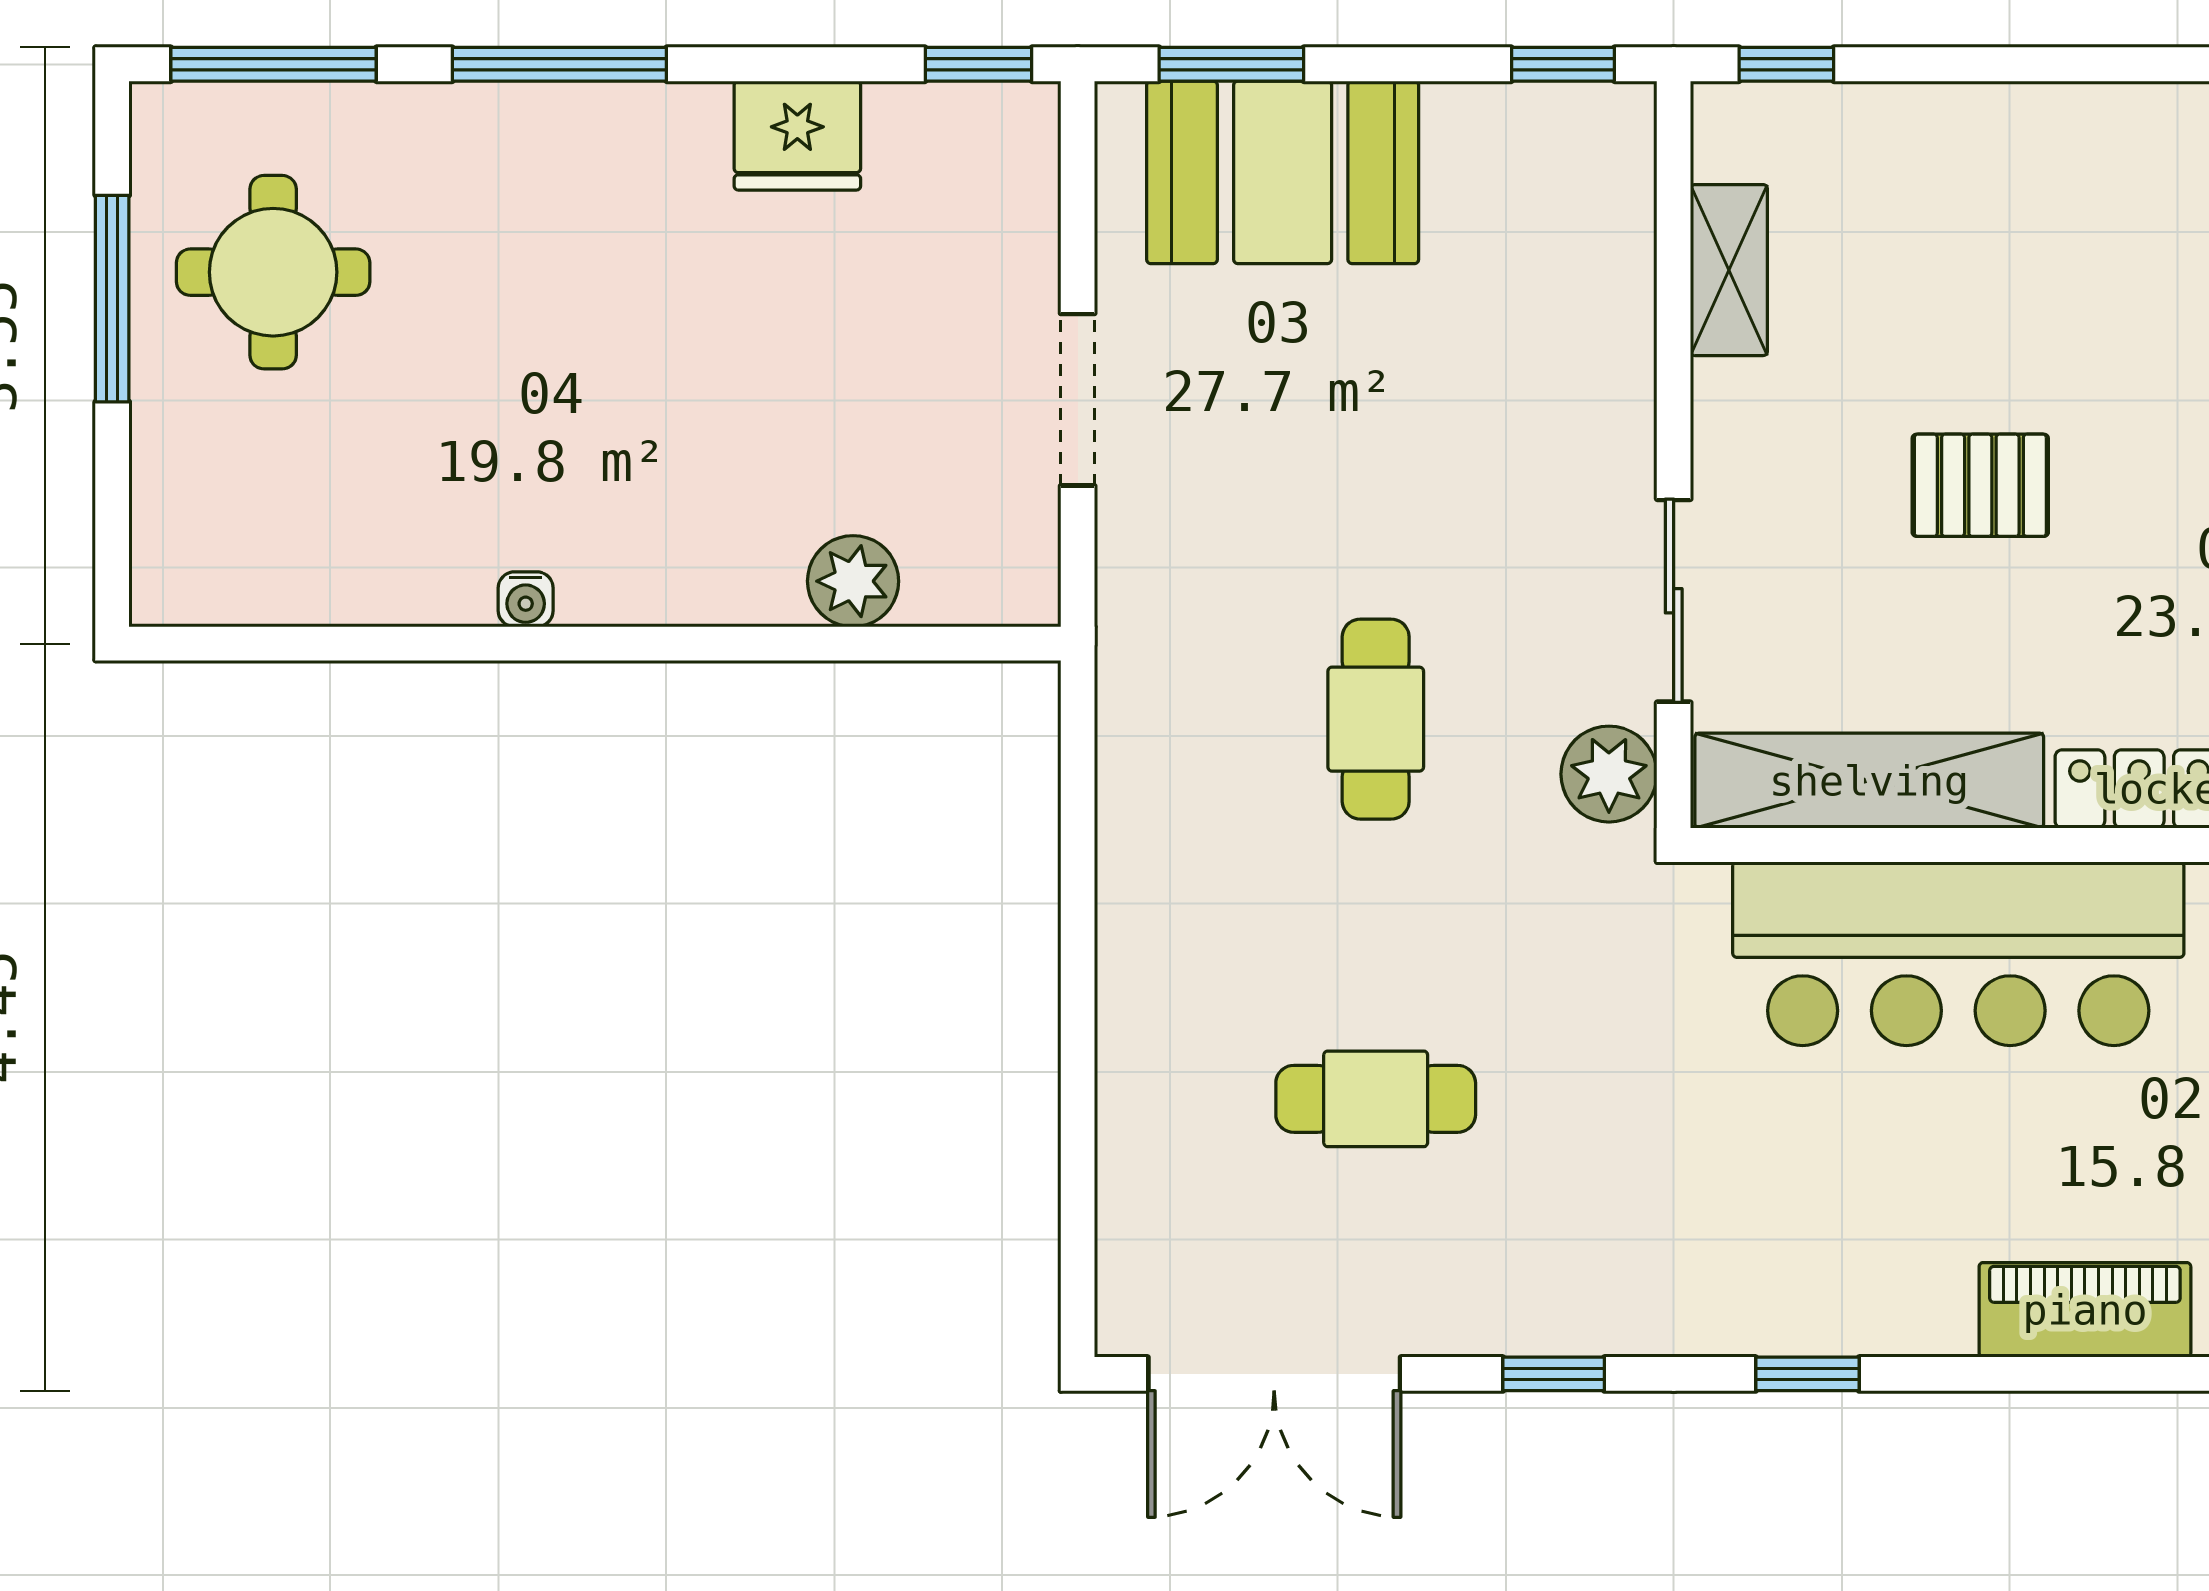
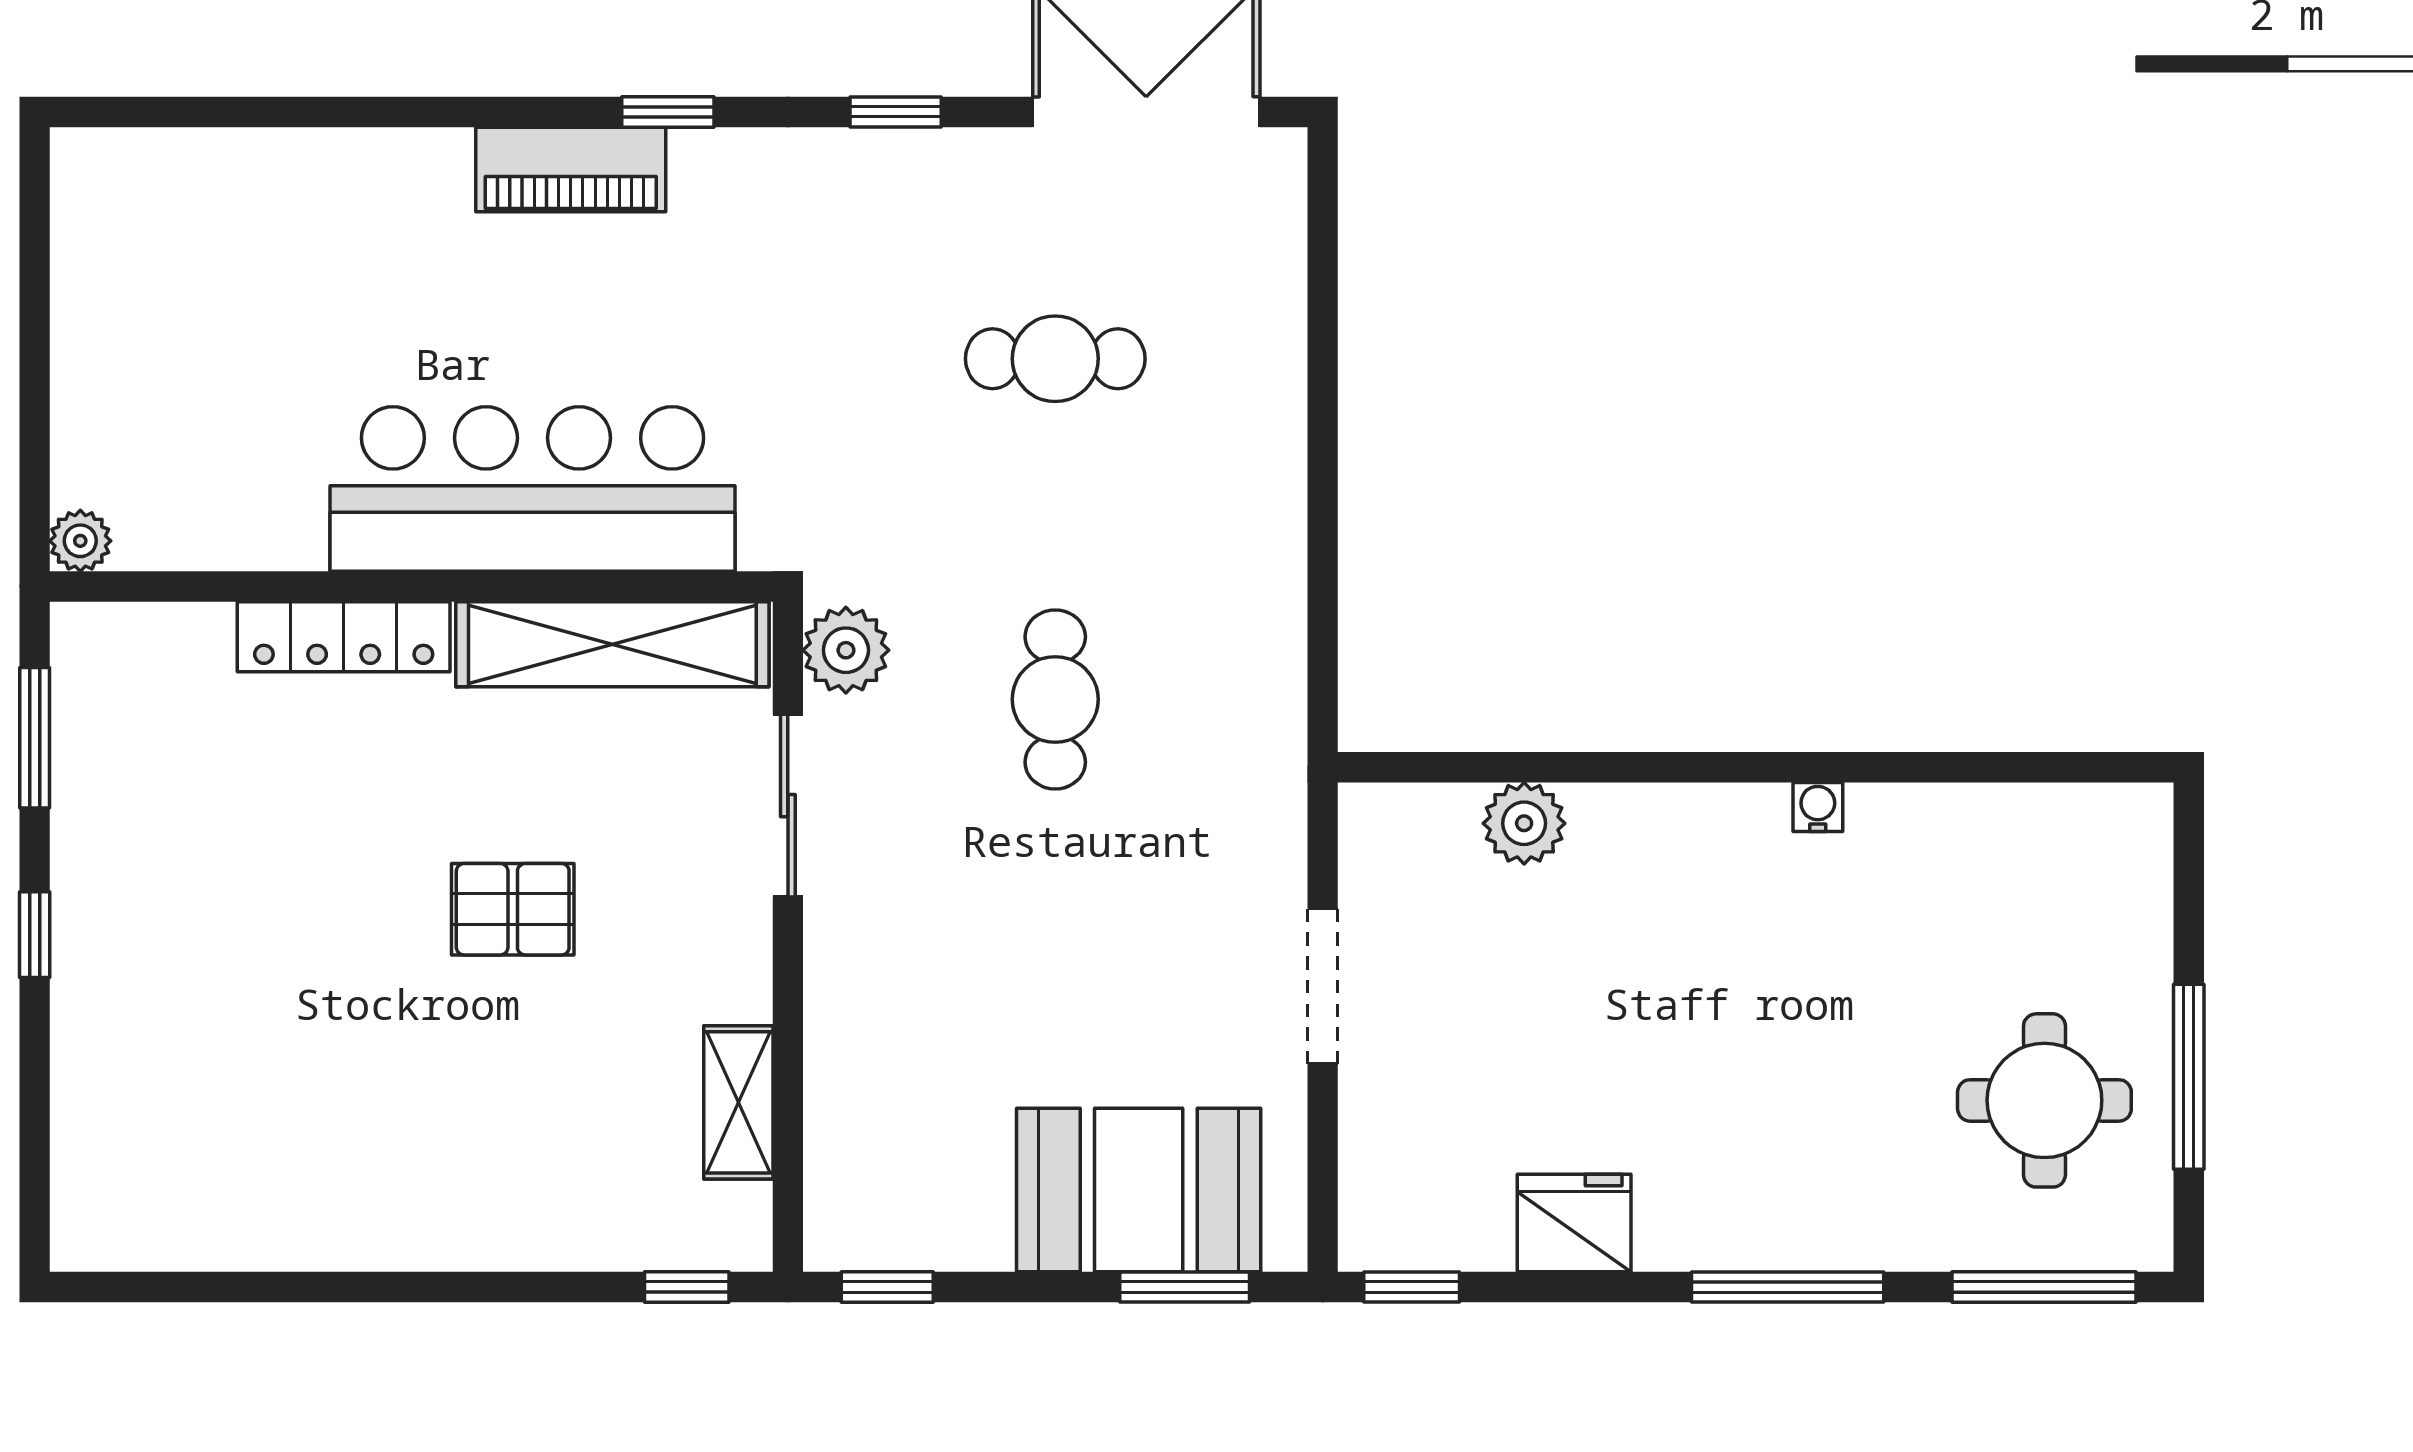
piano: (2085, 1310) -> (571, 169), moved

